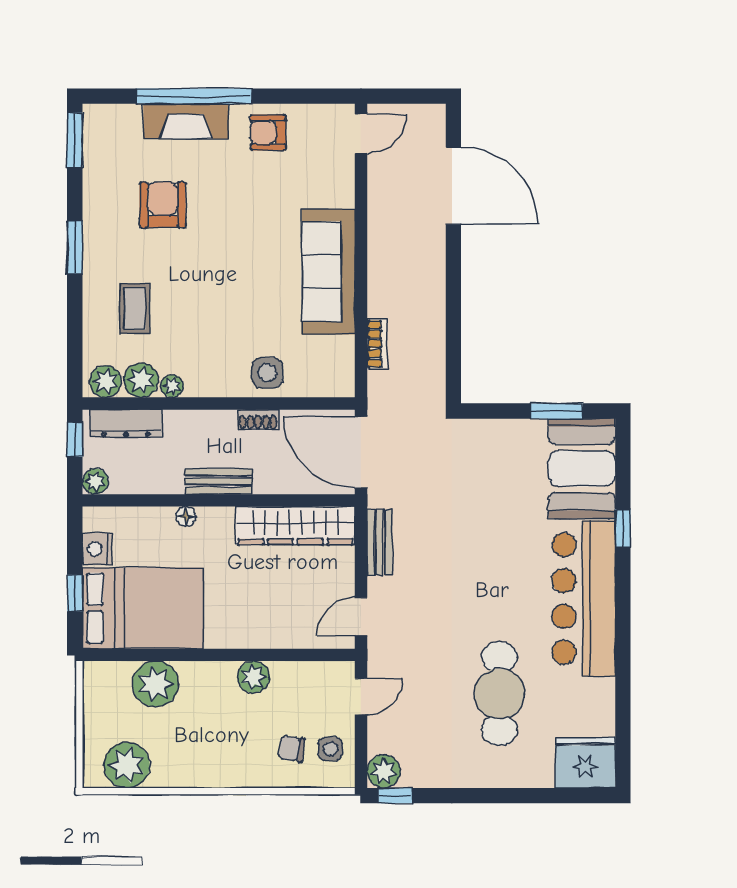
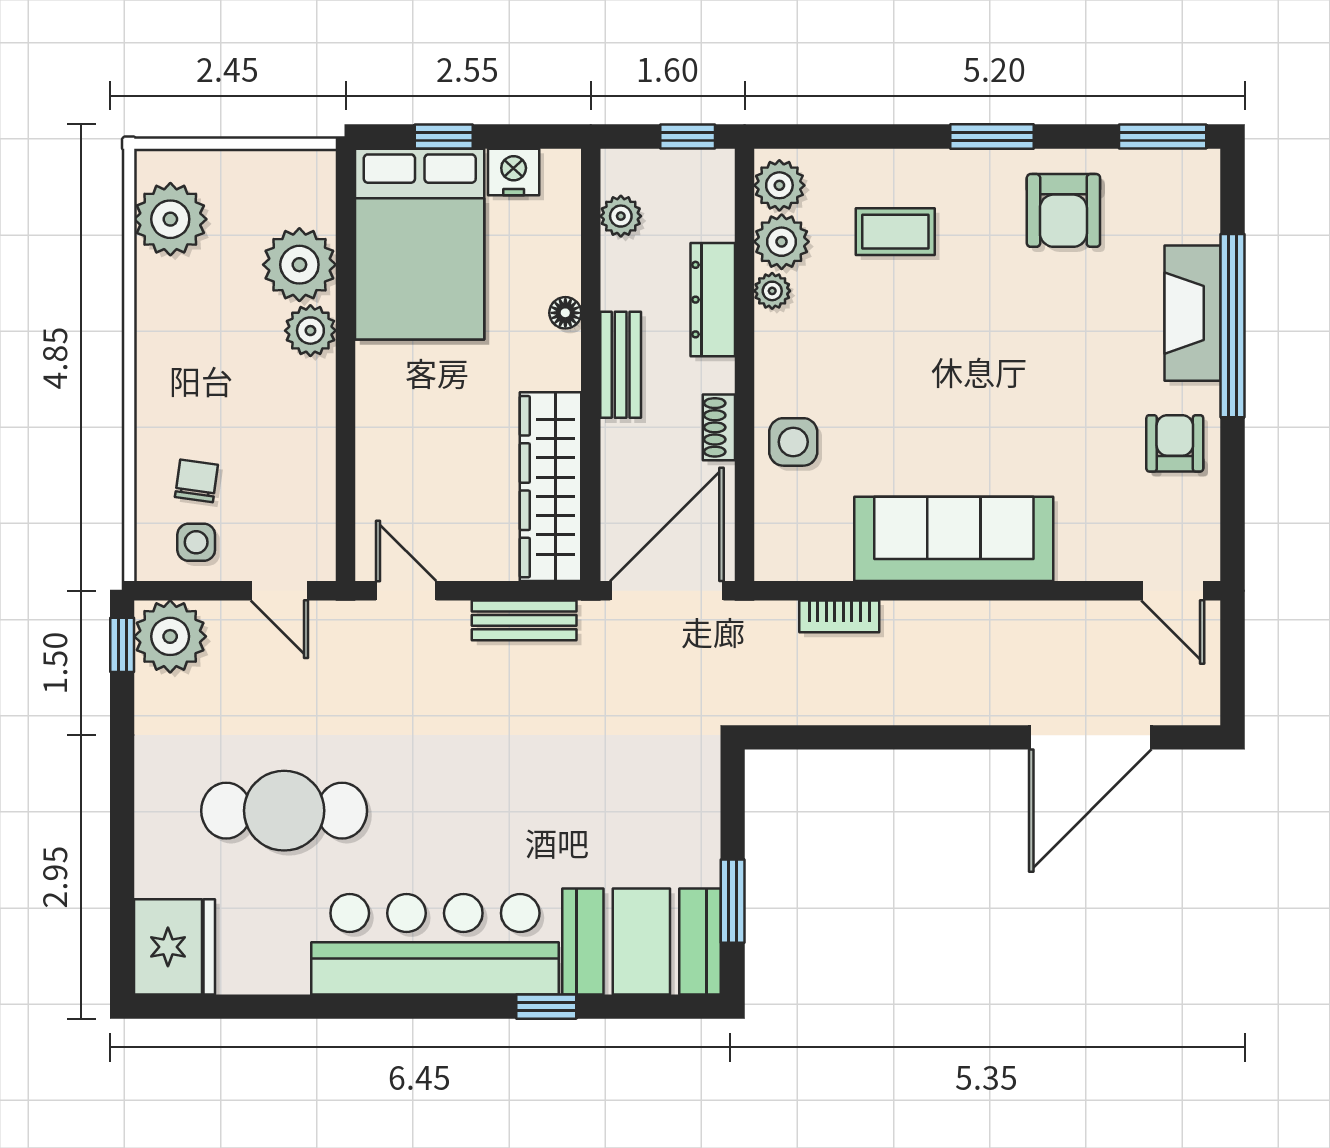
armchair: (163, 205) -> (1063, 210), moved, turned 90
dresser: (126, 424) -> (713, 300), moved
plant: (95, 481) -> (621, 216), moved
plant: (253, 677) -> (310, 331), moved
plant: (384, 771) -> (170, 636), width x1.36, depth x1.36

